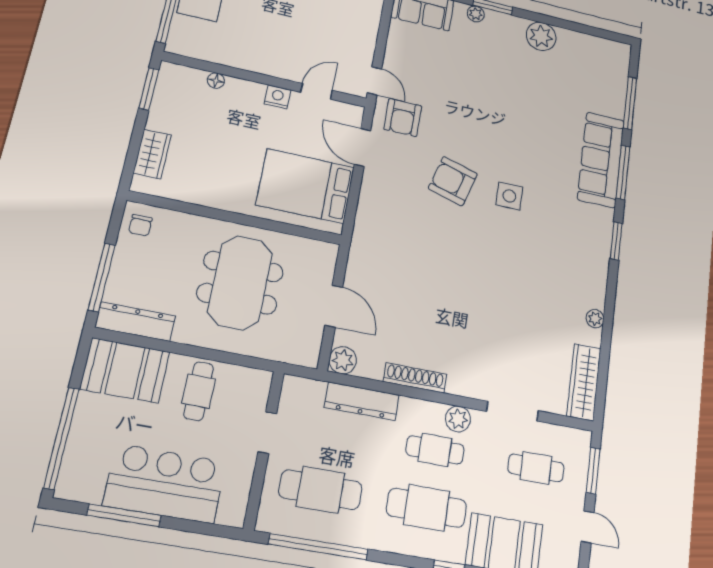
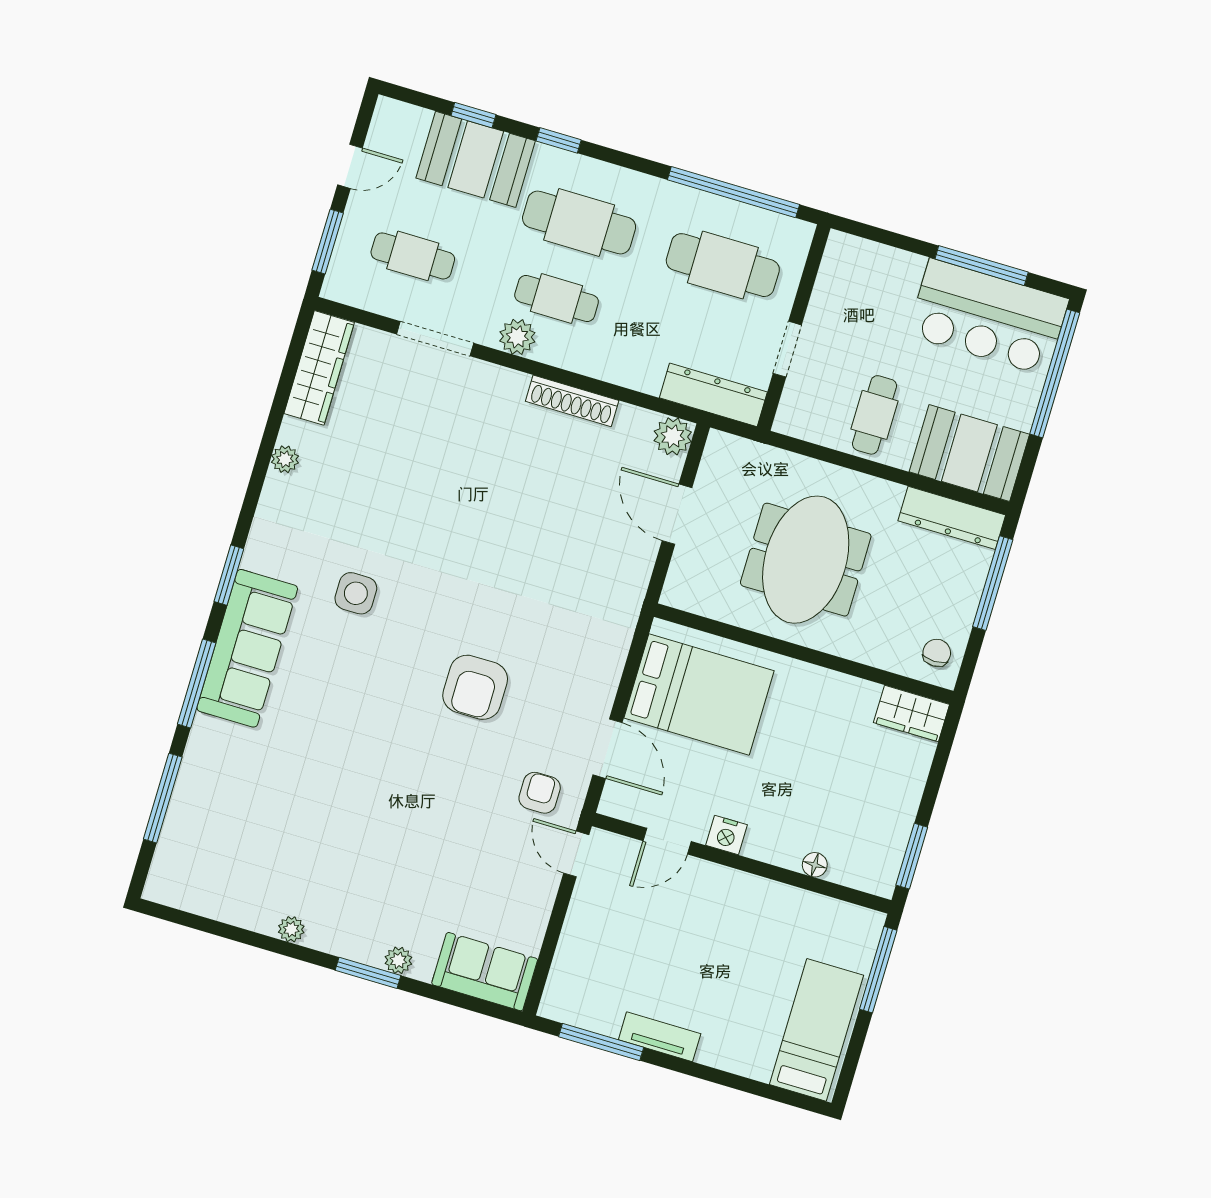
plant: (541, 36) -> (291, 929), width x0.53, depth x0.53
armchair: (403, 117) -> (540, 793), width x0.72, depth x0.72
wardrobe: (152, 154) -> (911, 714), moved, turned -90
sofa: (601, 160) -> (247, 648), moved
armchair: (453, 181) -> (475, 687), turned 74
side table: (509, 196) -> (356, 593), moved
dresser: (362, 401) -> (713, 395), moved
bar counter: (165, 484) -> (988, 317), moved
door: (587, 527) -> (350, 166), swing flipped

